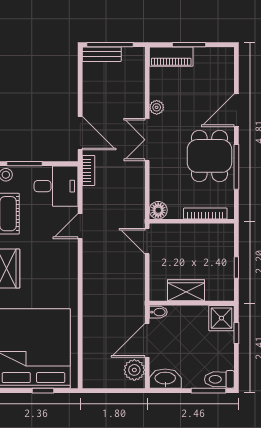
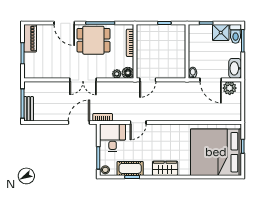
piano: (171, 57) -> (30, 38), moved
plant: (157, 107) -> (117, 74), moved
door: (80, 226) -> (138, 122), hinge flipped
wardrobe: (186, 290) -> (179, 55), removed
shower: (221, 318) -> (221, 33), moved

